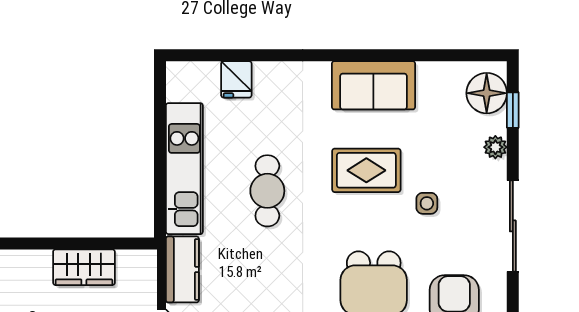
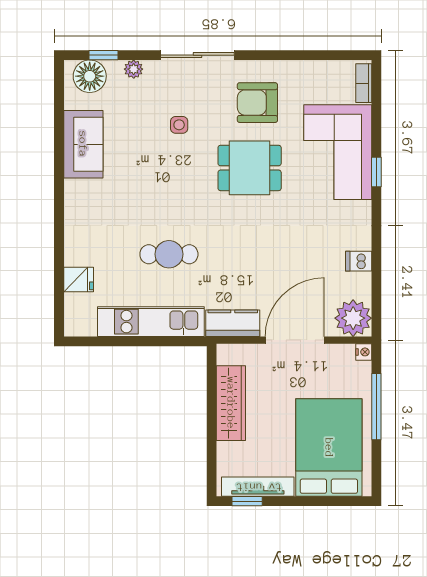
sofa: (373, 85) -> (83, 144), moved
rug: (366, 170) -> (152, 174), removed
wardrobe: (84, 267) -> (231, 403), width x1.50

